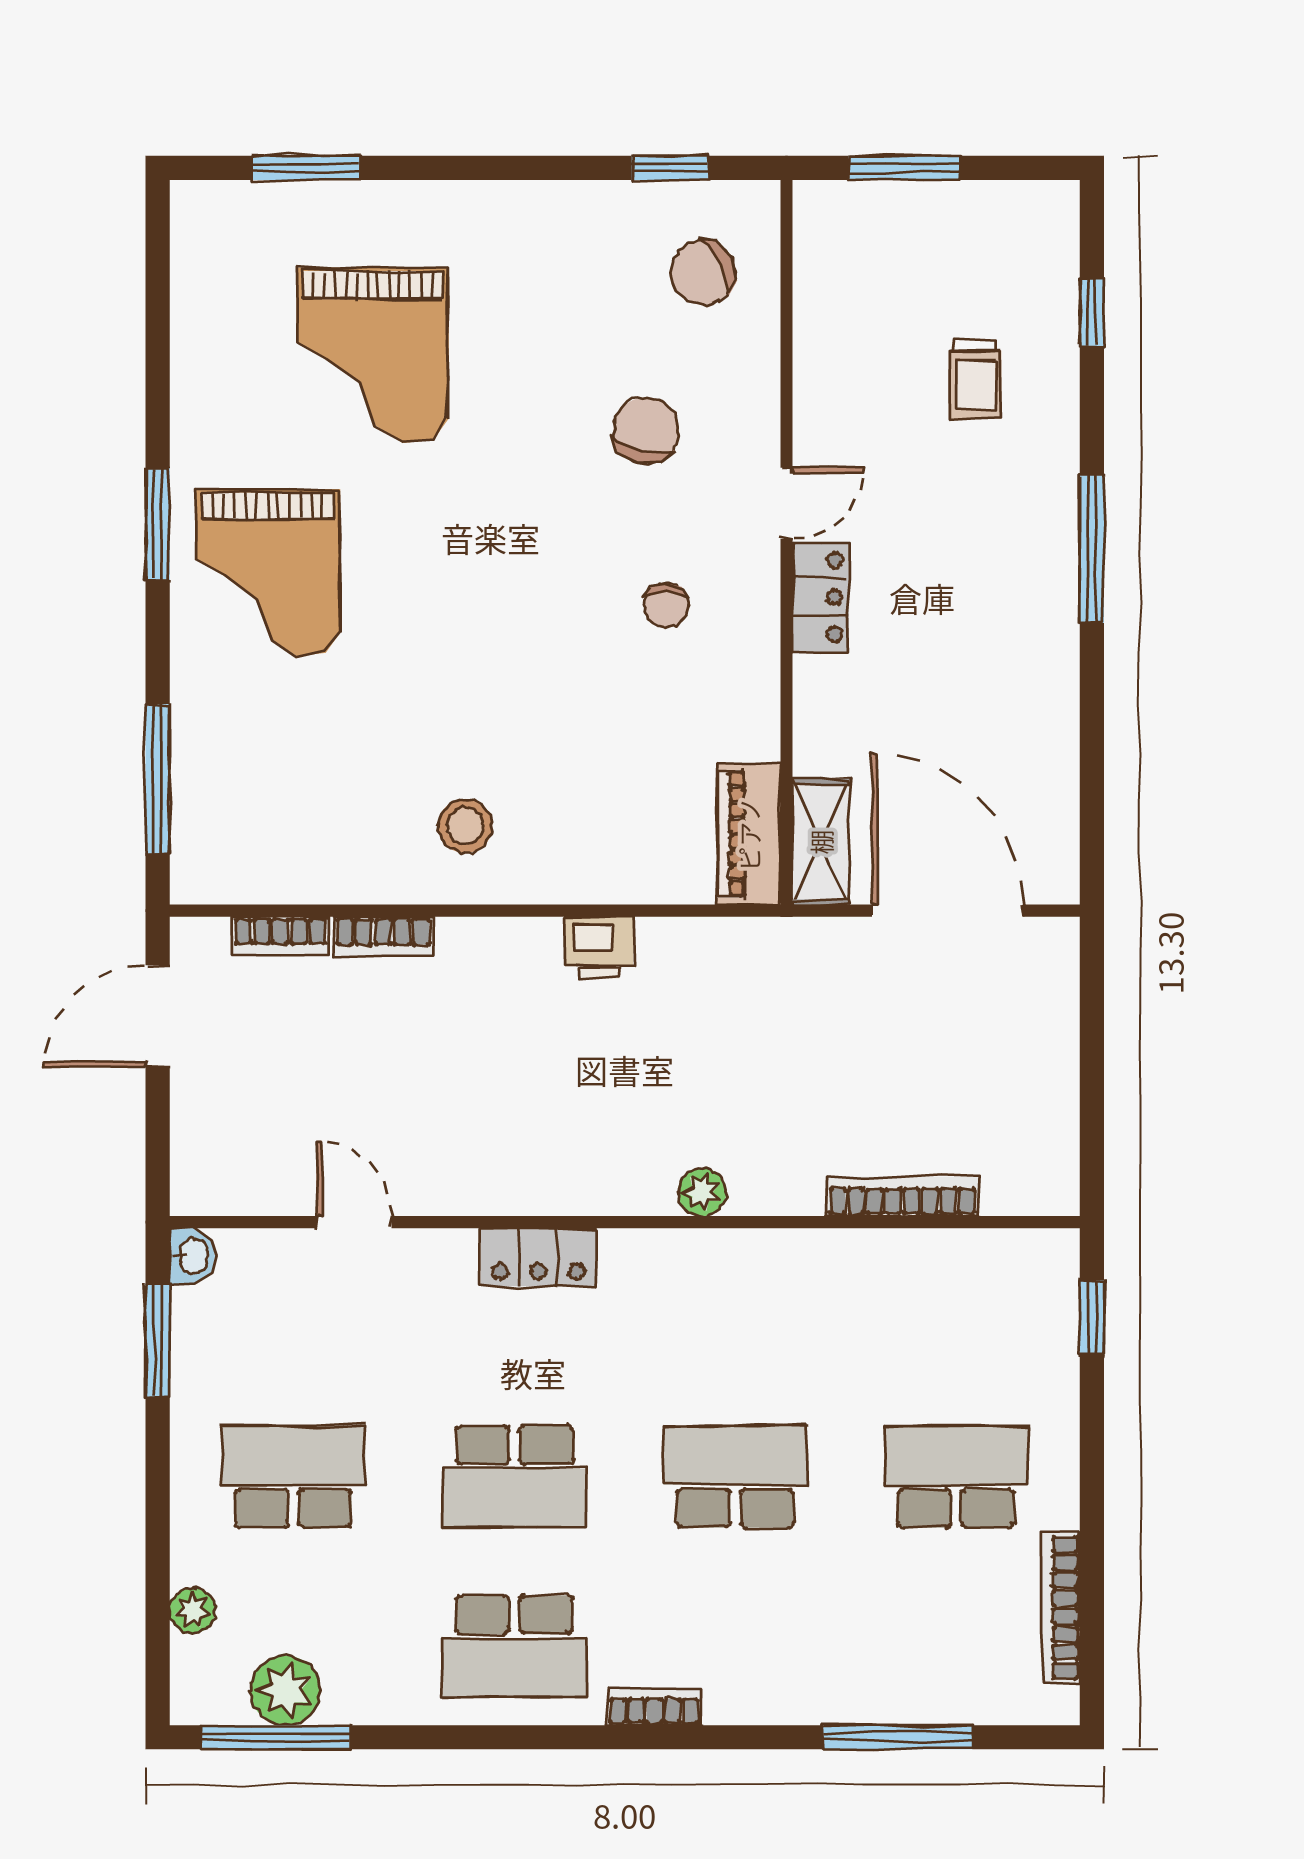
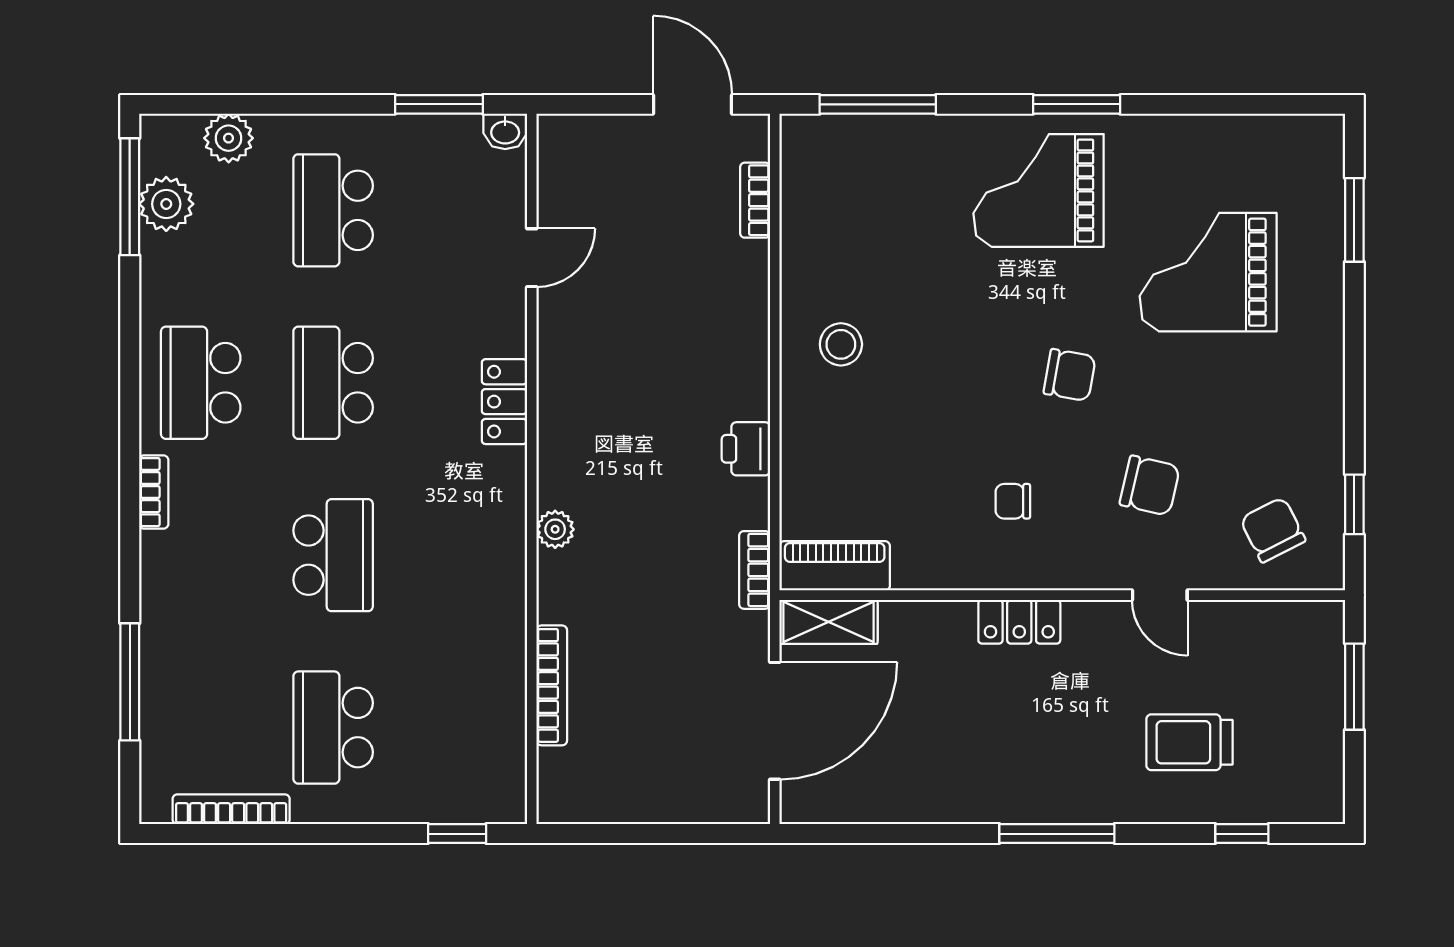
trolley: (975, 379) -> (1189, 742), width x1.36, depth x1.39
door: (786, 503) -> (1160, 595), moved
chair: (504, 533) -> (1070, 375), added
bookcase: (383, 937) -> (755, 570), moved
school desk: (293, 1477) -> (333, 210), turned 180
school desk: (956, 1477) -> (333, 728), turned 180
plant: (192, 1611) -> (229, 138), width x1.38, depth x1.38

